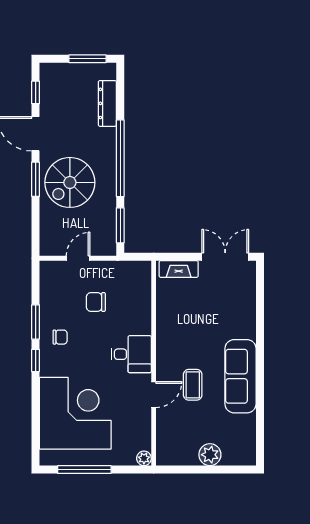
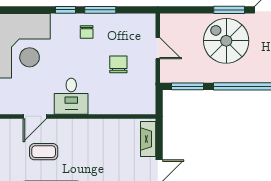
door: (154, 395) -> (35, 116), hinge flipped

